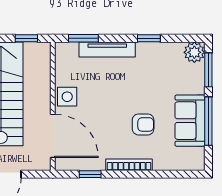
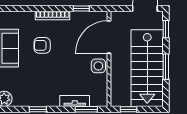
tv unit: (107, 49) -> (75, 101), width x0.71
door: (53, 136) -> (109, 37), hinge flipped

